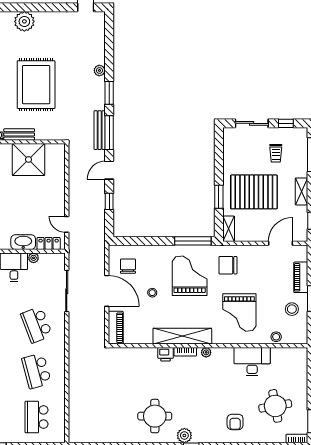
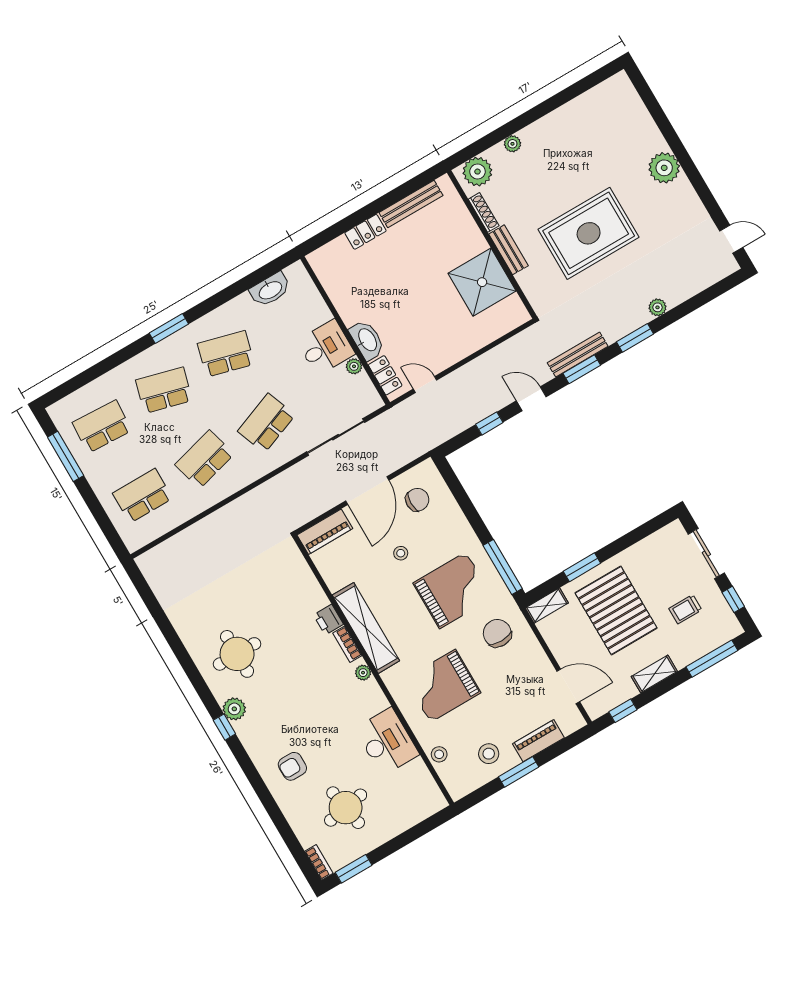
window: (109, 133) -> (582, 369), width x0.69
door: (67, 224) -> (425, 385), hinge flipped

